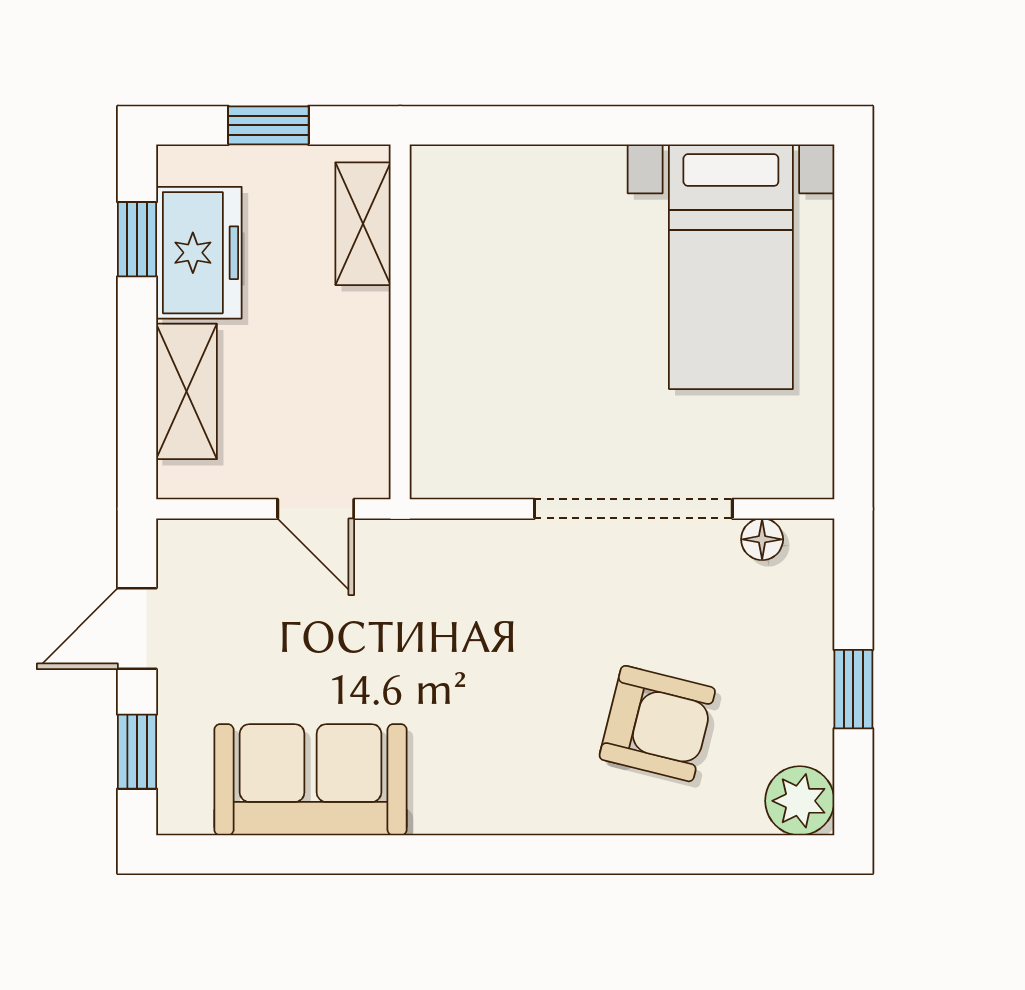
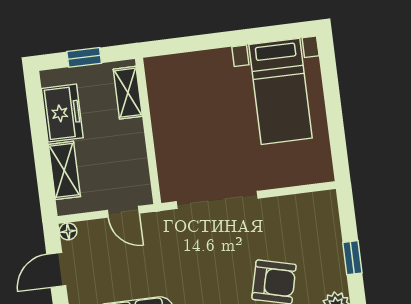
window: (137, 239) -> (36, 111), removed
doorway: (633, 509) -> (217, 200), moved
floor lamp: (762, 539) -> (68, 231), moved

